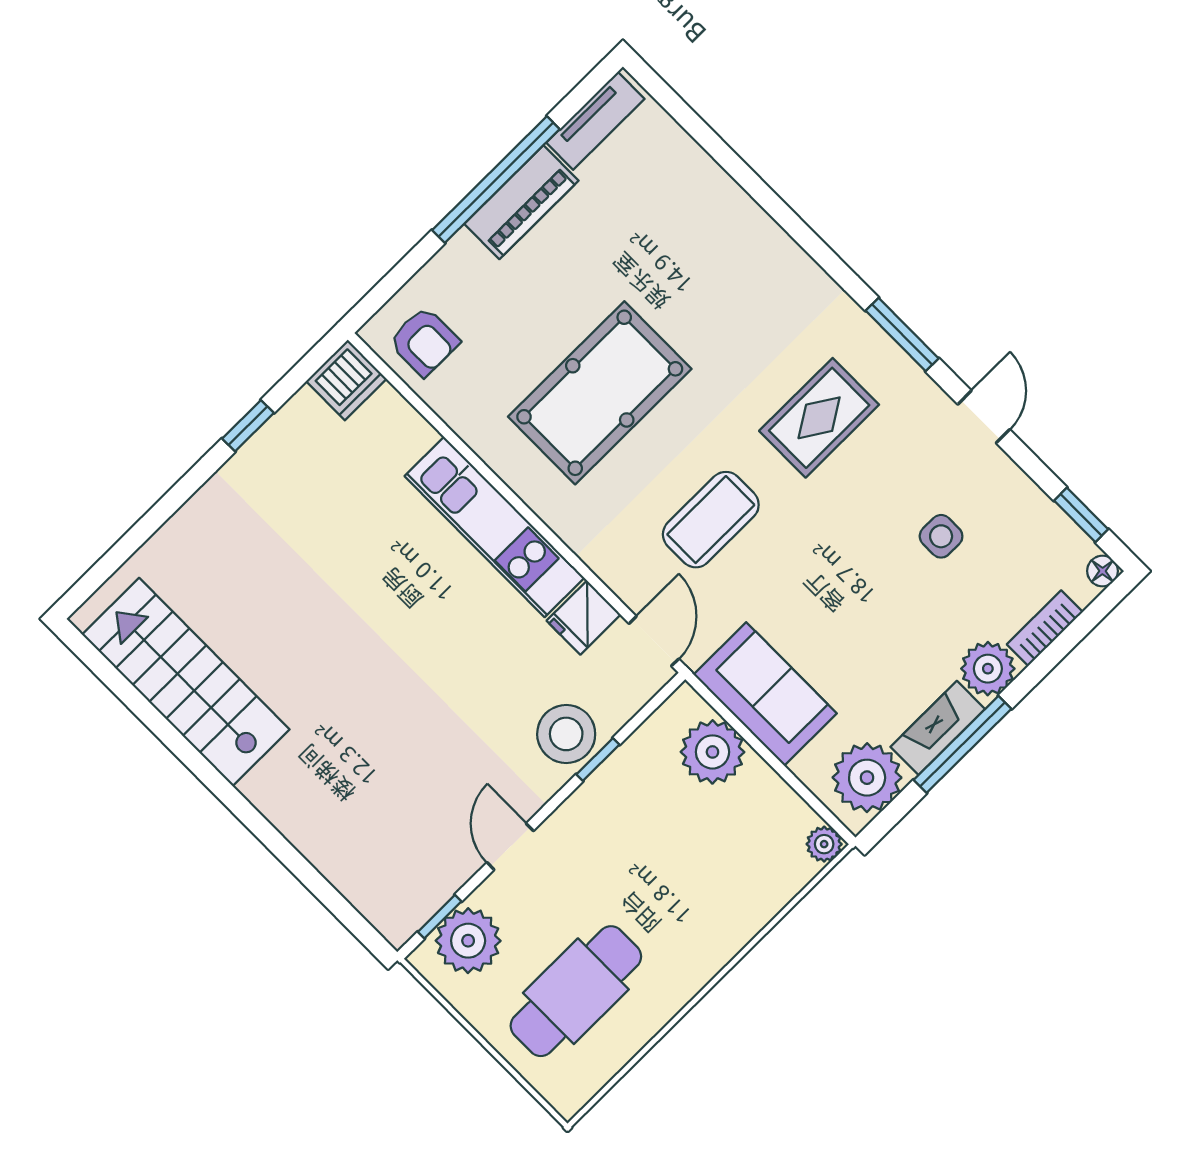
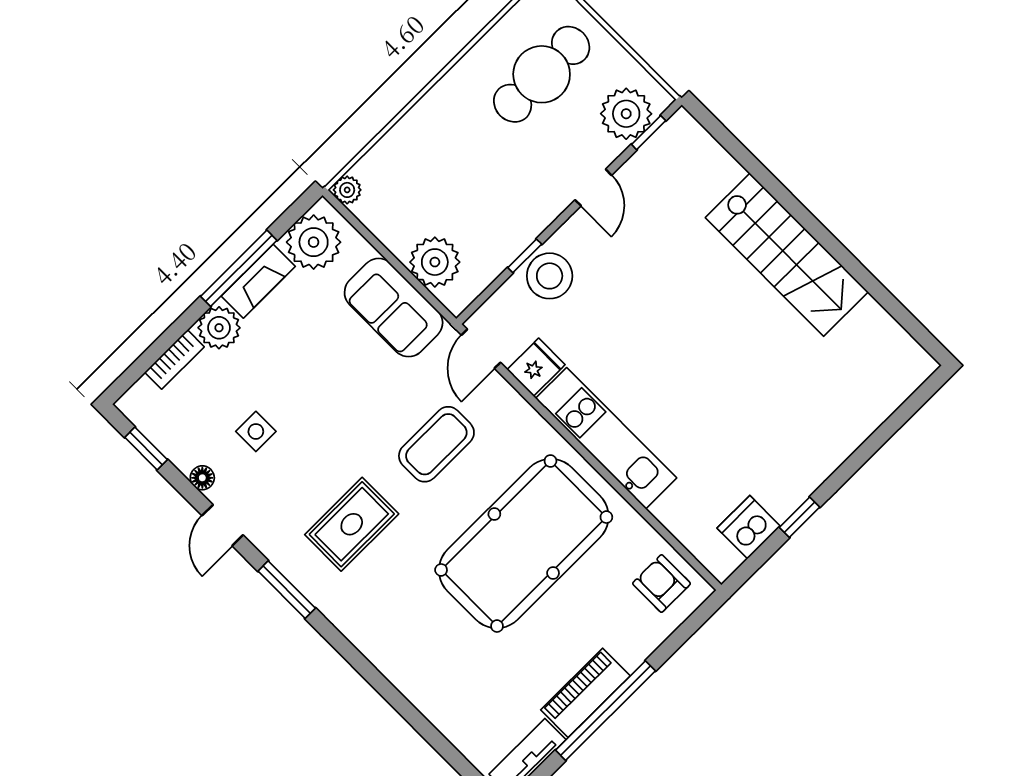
dishwasher: (346, 380) -> (749, 527), moved
pool table: (600, 393) -> (524, 544), width x1.36, depth x1.32
floor lamp: (1103, 571) -> (202, 478), moved
stairs: (186, 682) -> (787, 255), moved

